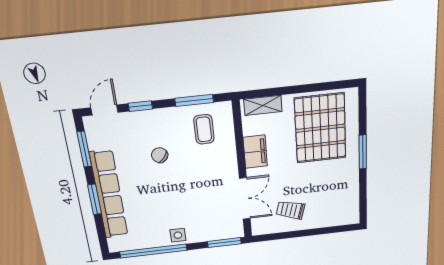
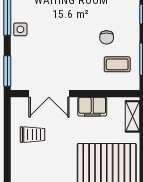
chair: (160, 155) -> (107, 37), moved, turned 140
trolley: (290, 210) -> (32, 135), turned 74

